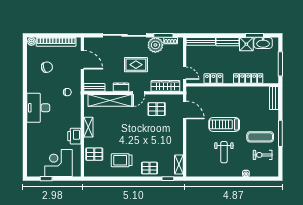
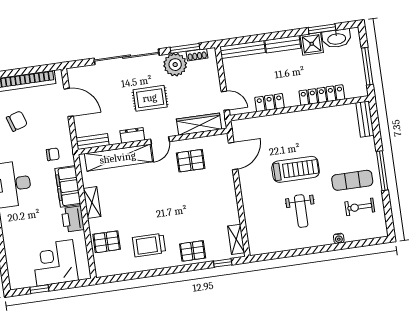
door: (185, 110) -> (233, 156), hinge flipped
filing cabinet: (74, 114) -> (68, 186), added
treadmill: (224, 124) -> (296, 169), turned 180

